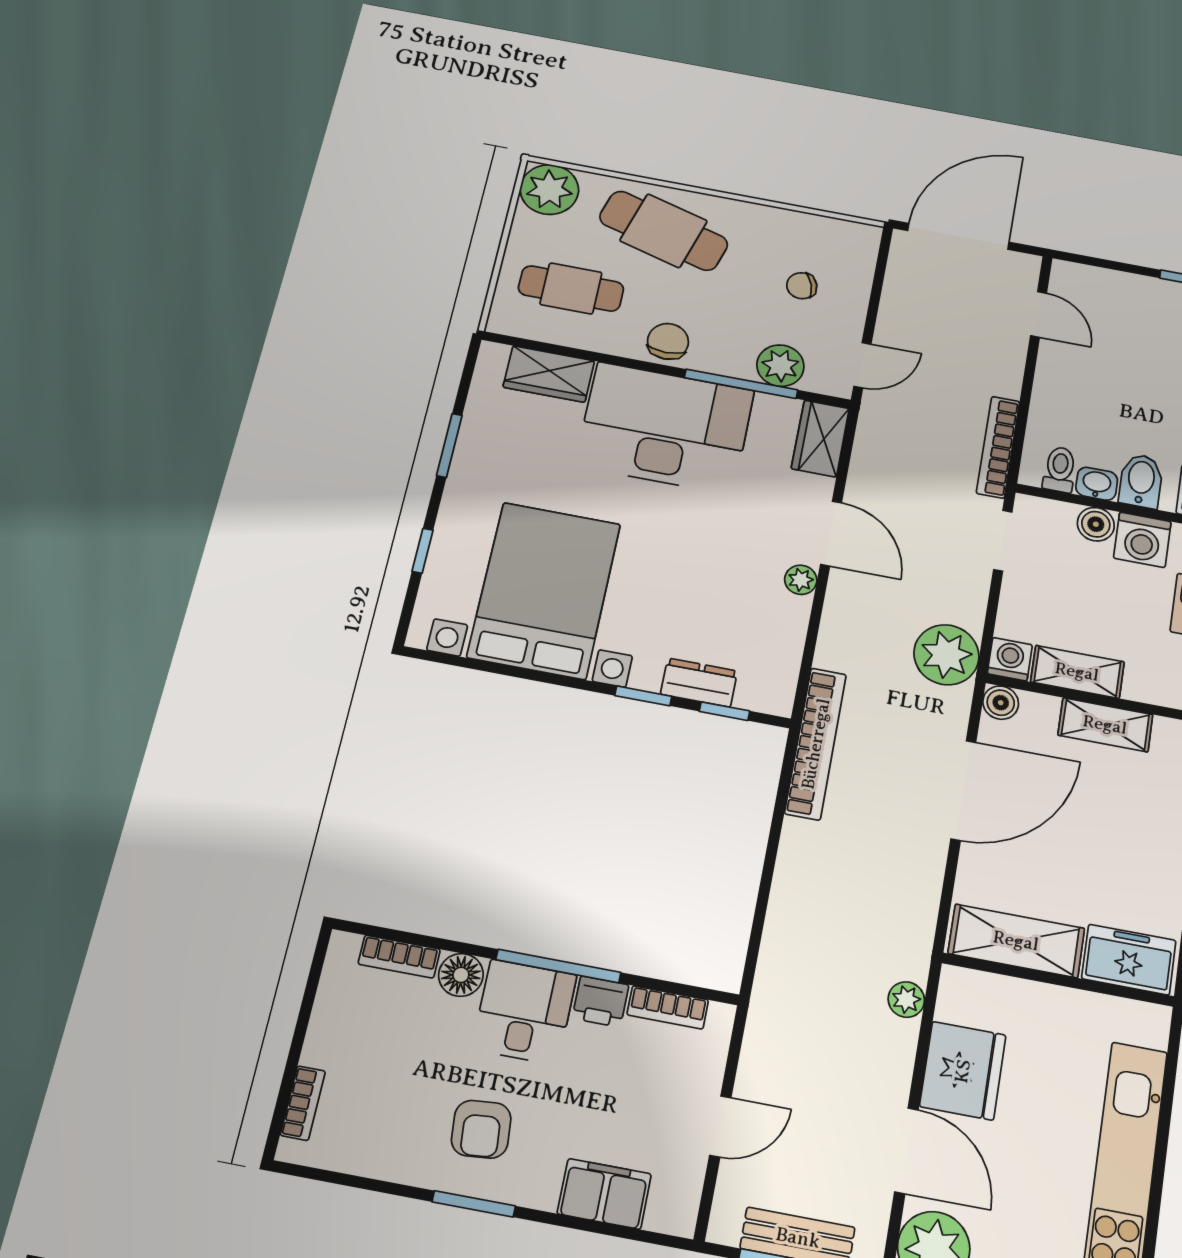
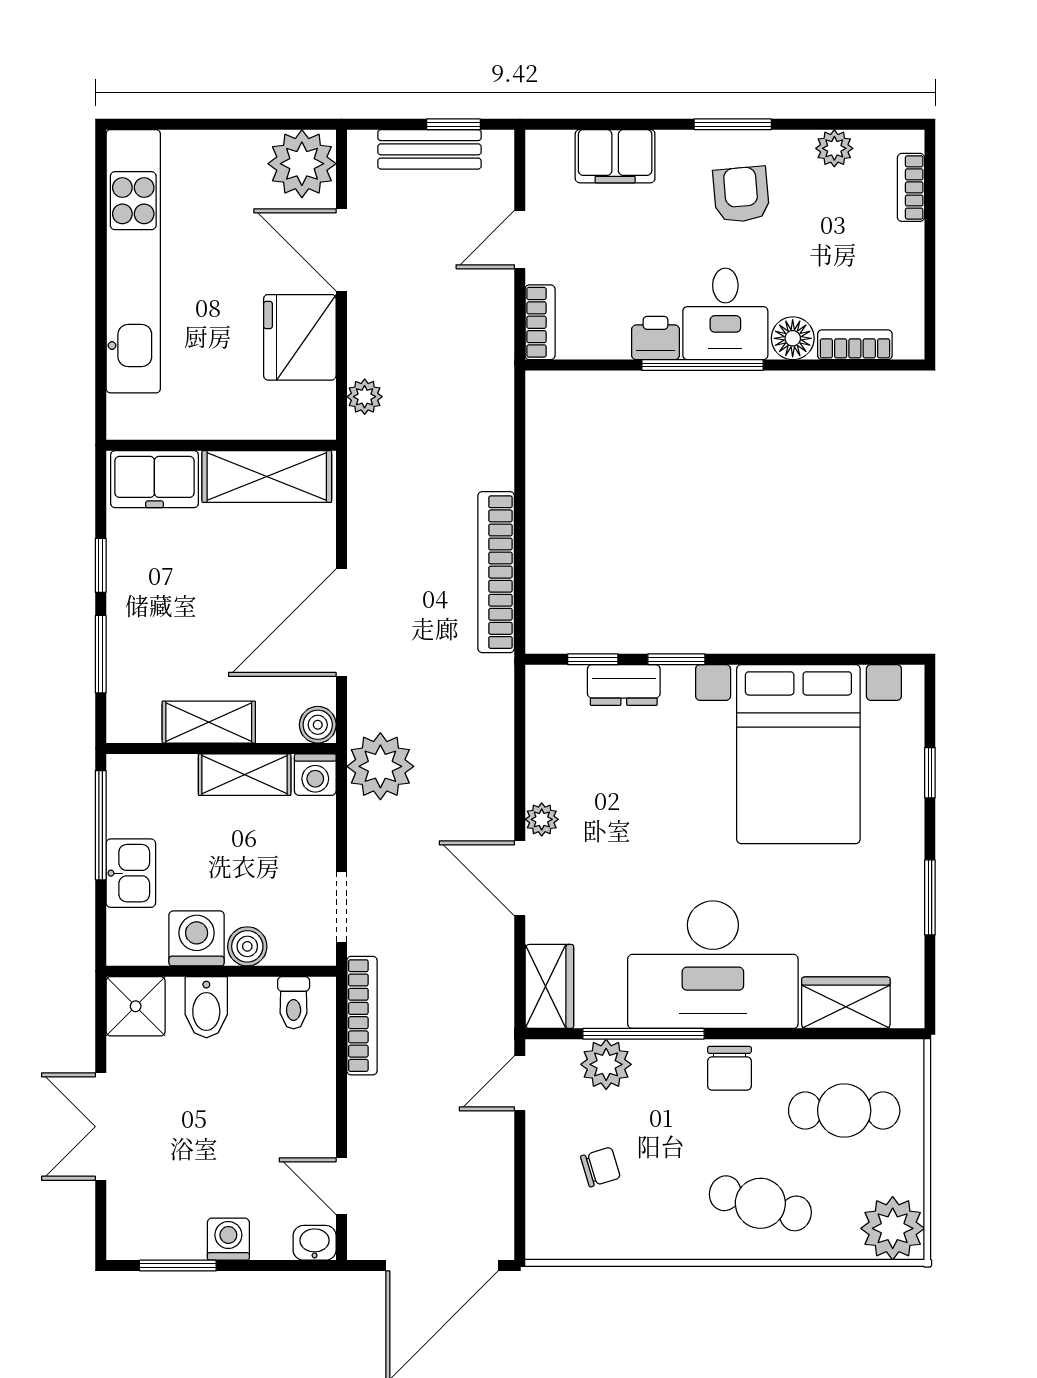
cafe table: (664, 231) -> (760, 1203), width x0.73, depth x0.74
washing machine: (1146, 292) -> (228, 1239), added
washbasin: (1097, 484) -> (315, 1243), moved, turned 180
bookcase: (816, 744) -> (496, 572), moved
bookcase: (668, 1007) -> (540, 322), moved, turned 90
plant: (373, 1159) -> (834, 148), added

